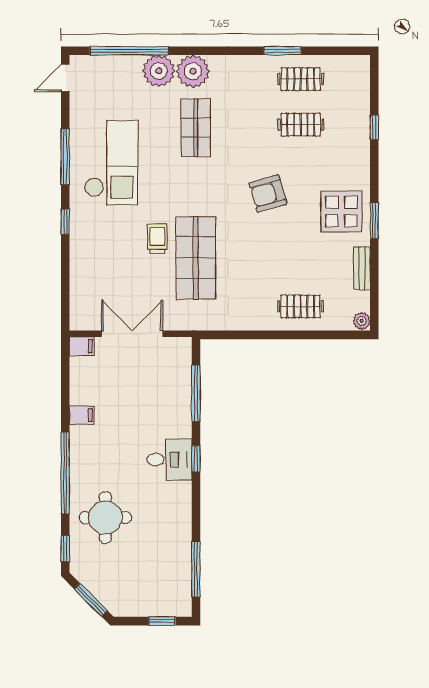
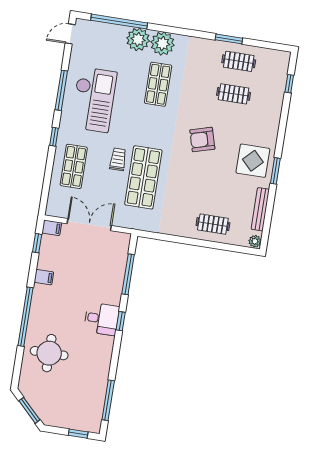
window: (374, 127) -> (289, 84), moved
shop shelf: (99, 258) -> (74, 166), added
bench: (362, 268) -> (260, 209), width x1.36
window: (65, 549) -> (37, 243), moved

